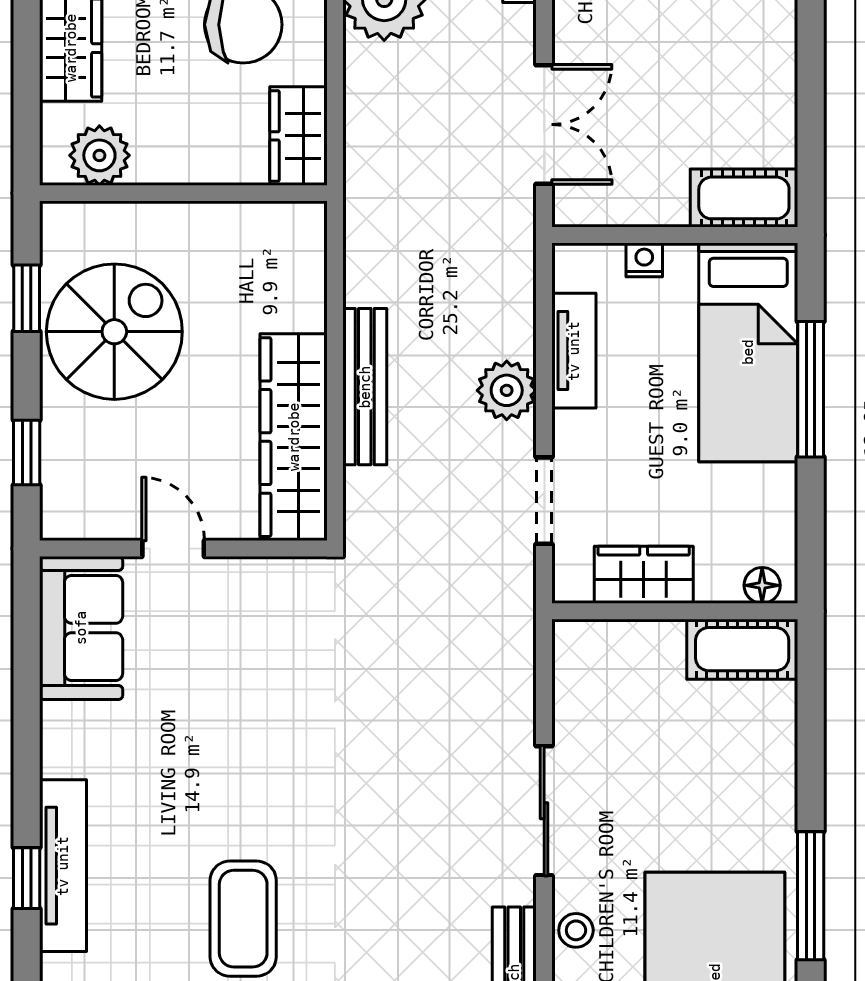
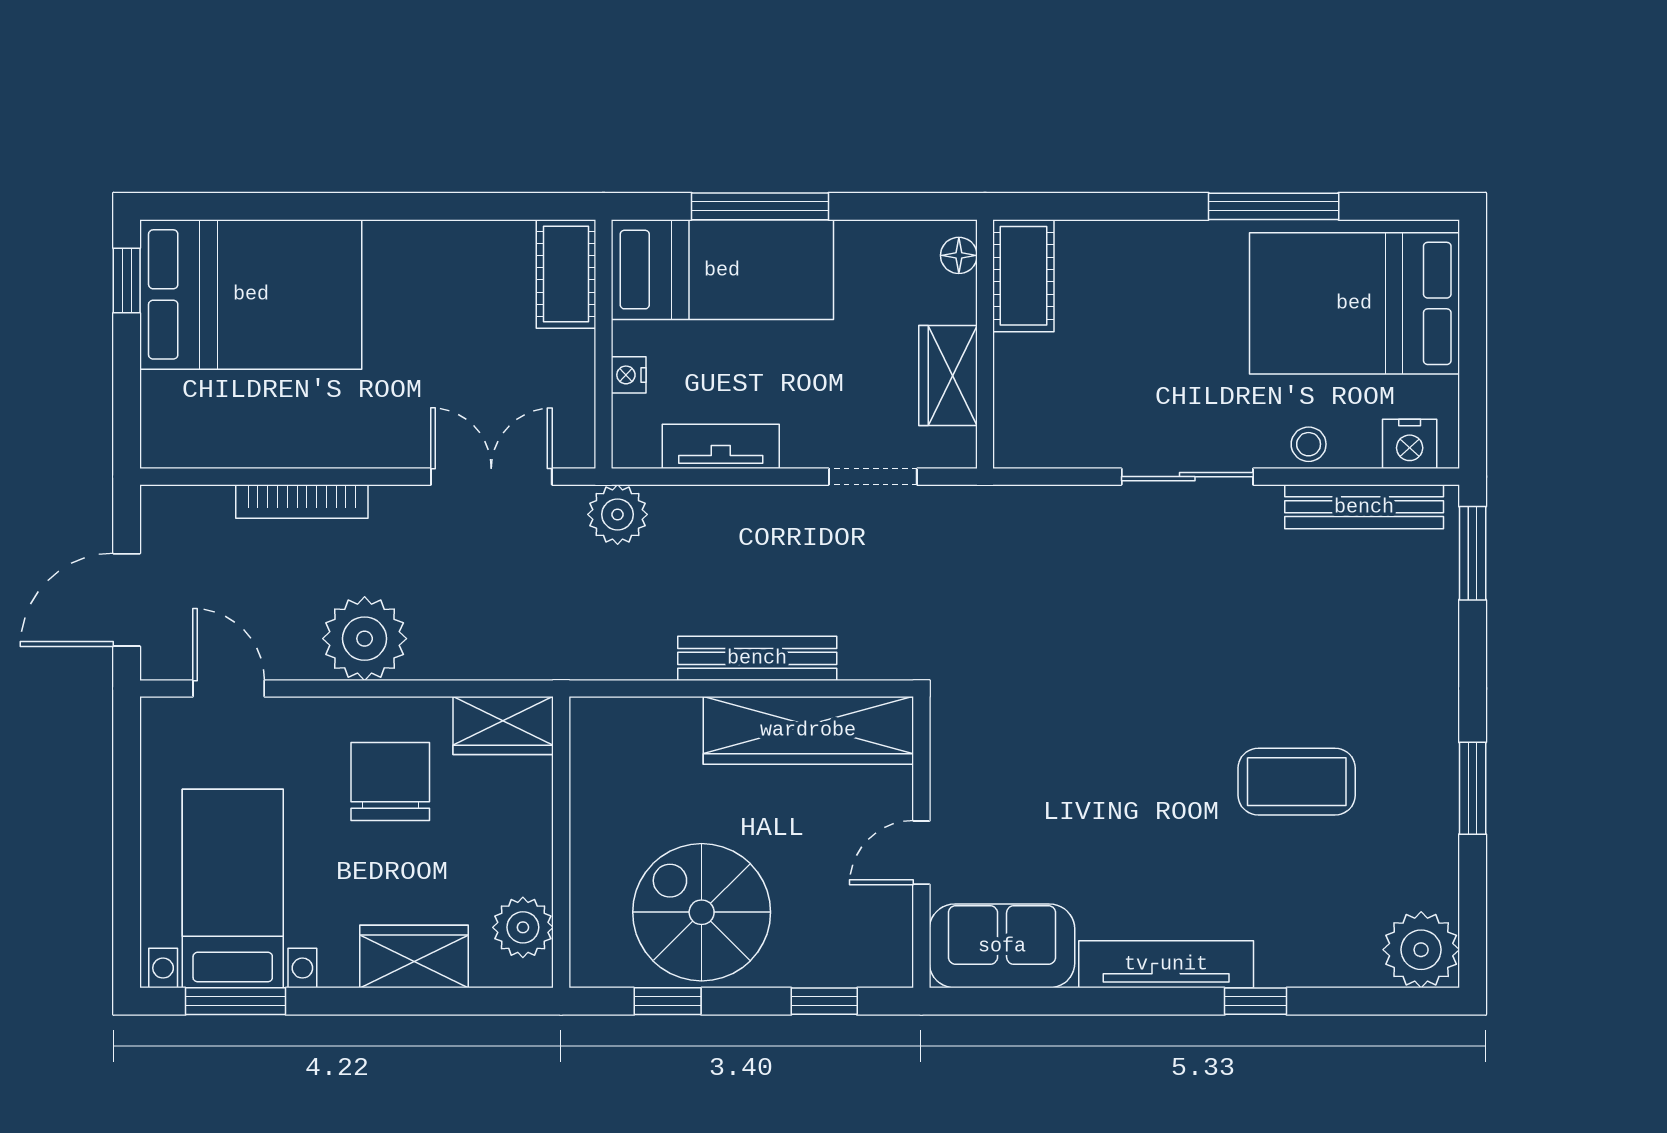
plant: (507, 390) -> (618, 514), moved
tv unit: (63, 866) -> (1166, 964), moved

